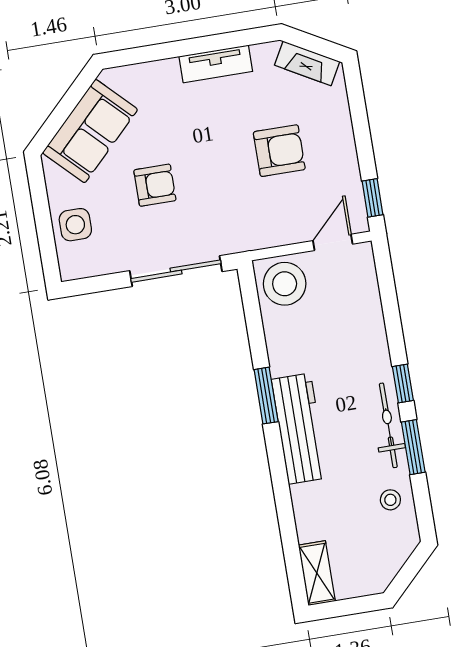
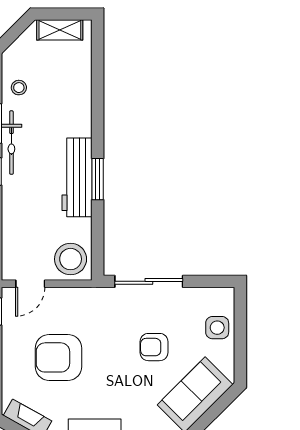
armchair: (279, 151) -> (58, 357), width x1.36, depth x1.36
workbench: (299, 429) -> (77, 177), moved
shelving: (317, 573) -> (60, 30), moved, turned 90

